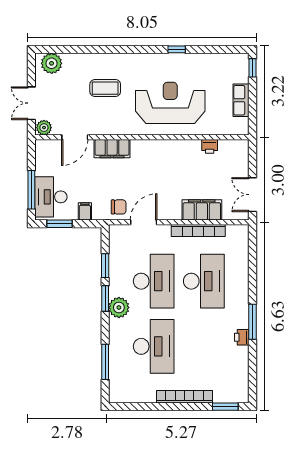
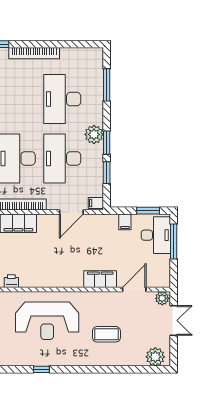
chair: (119, 207) -> (94, 226), removed
filing cabinet: (117, 232) -> (96, 203), added

